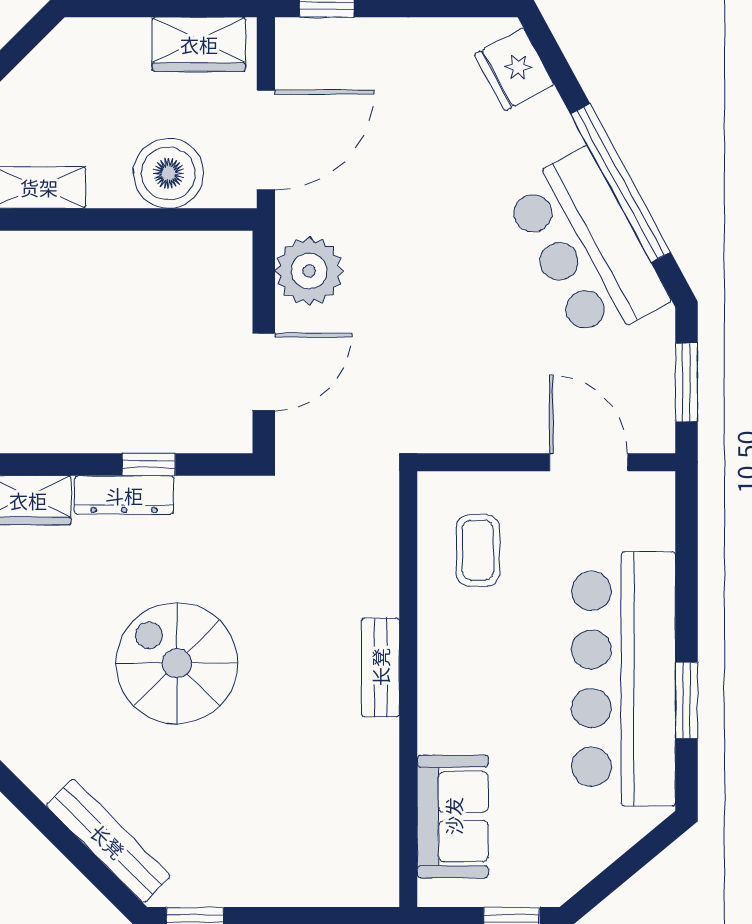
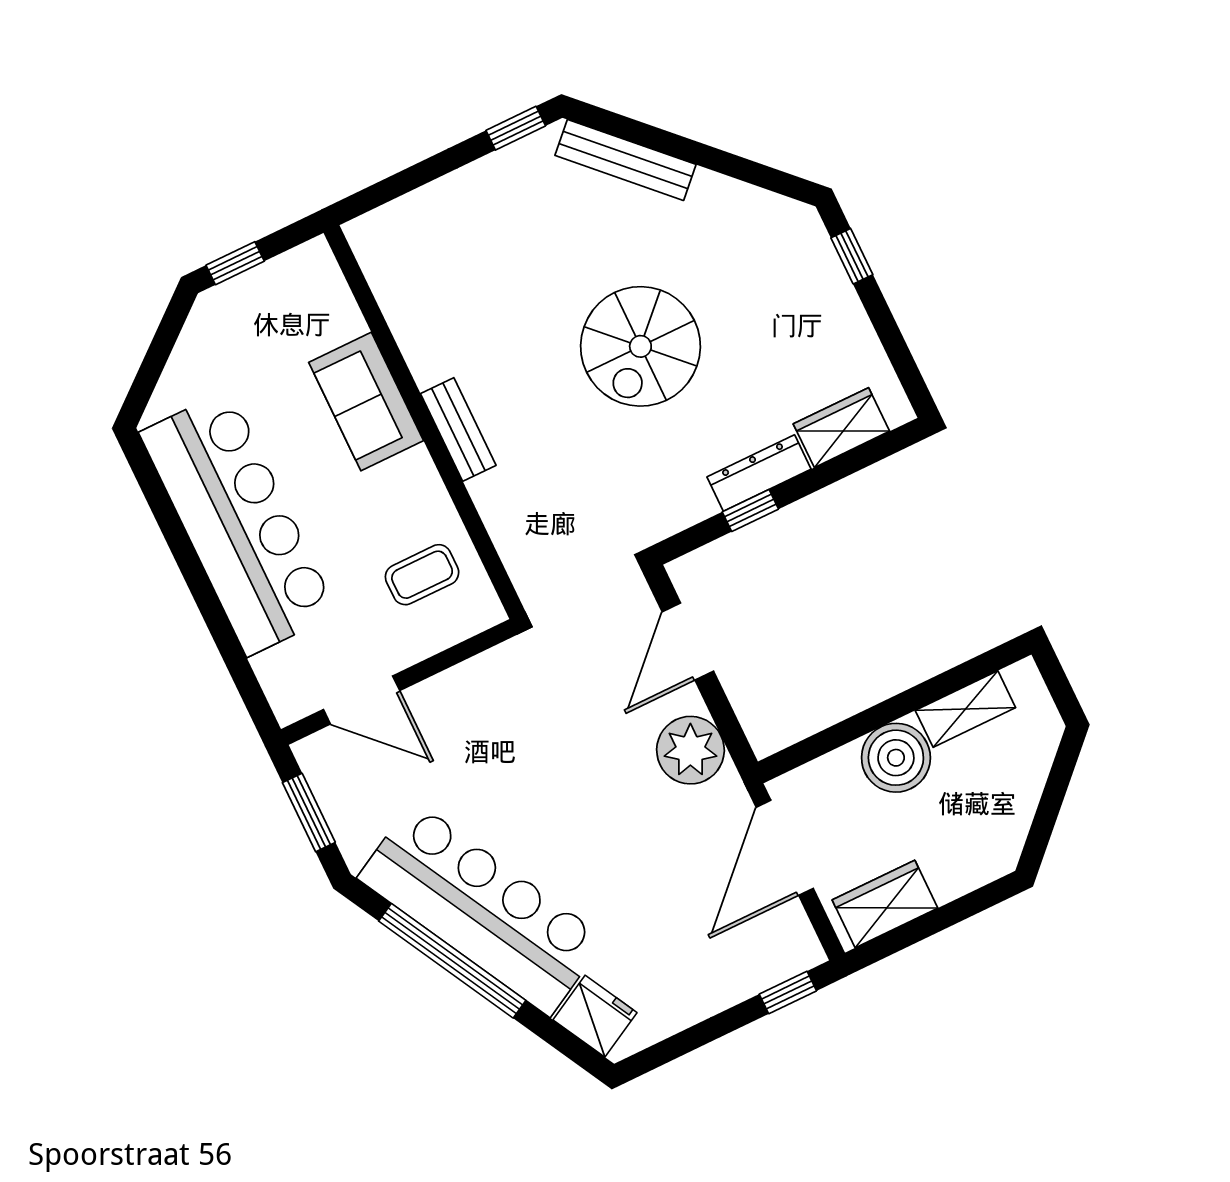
boiler: (169, 173) -> (896, 758), moved
bar counter: (586, 247) -> (482, 908), width x1.36
coffee table: (478, 550) -> (422, 575), turned 90
spiral stairs: (177, 663) -> (640, 346), turned 90
window: (686, 700) -> (173, 531), removed
sofa: (453, 816) -> (366, 402), moved

